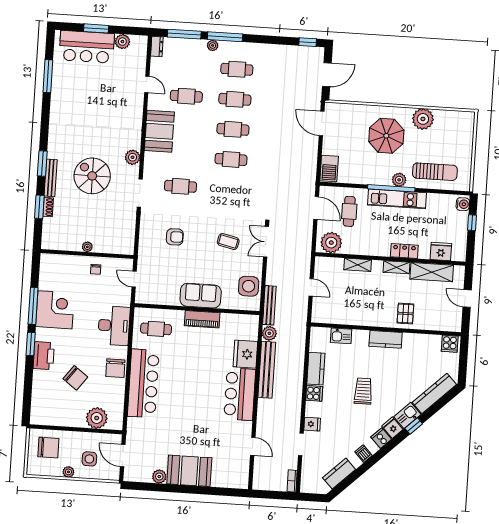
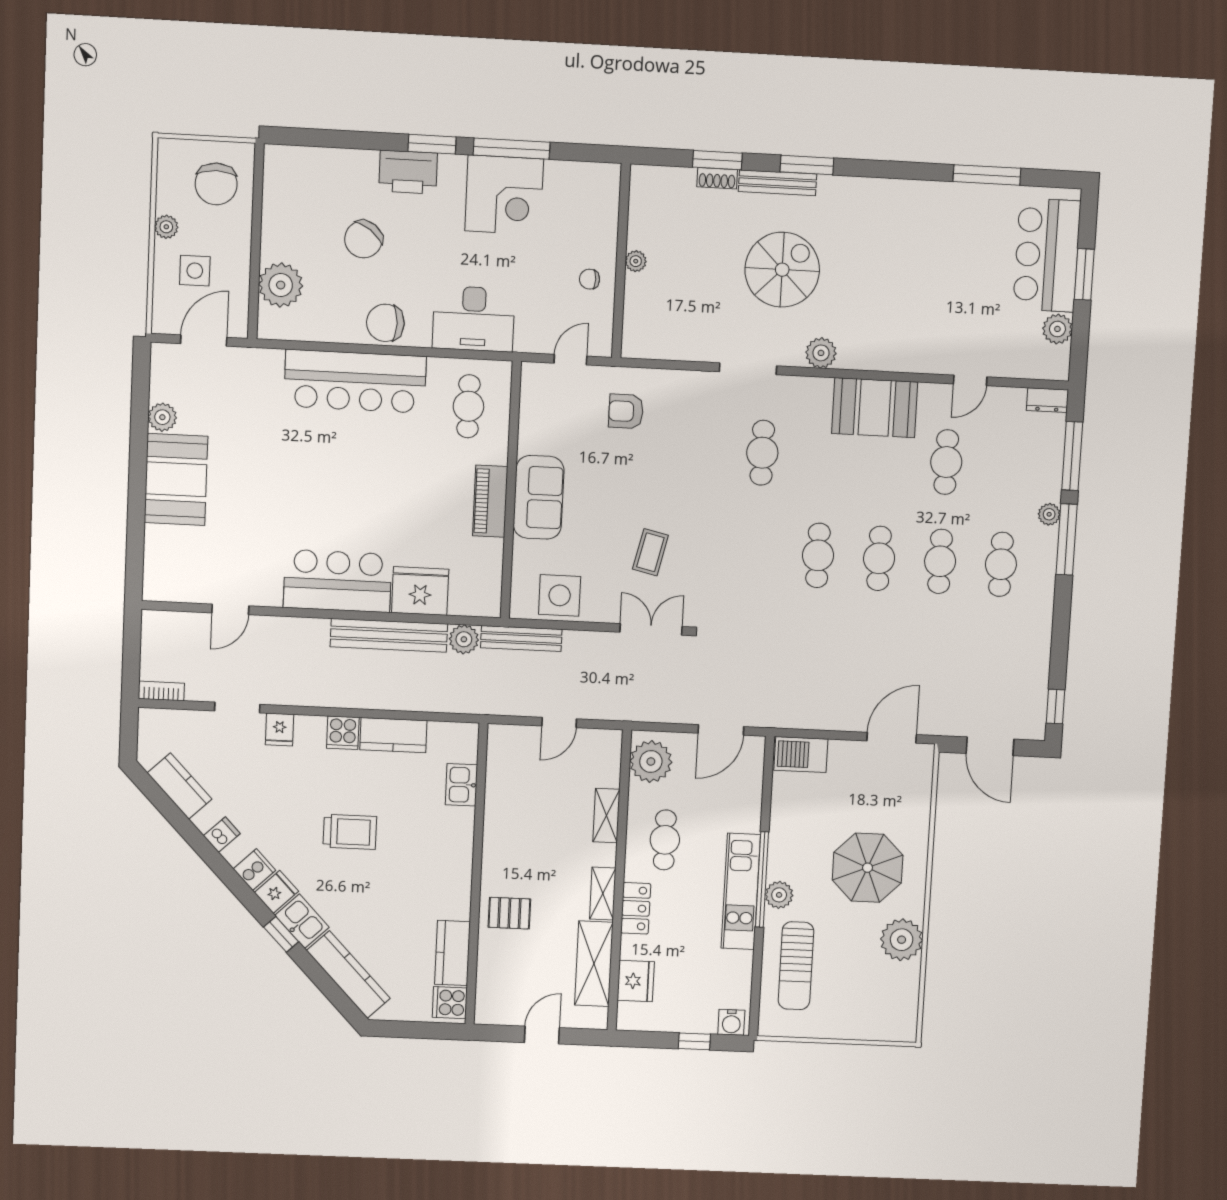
cafe table: (349, 211) -> (665, 840), moved, turned 90
armchair: (175, 237) -> (626, 411), moved, turned 90
kitchen counter: (386, 339) -> (452, 953), moved

